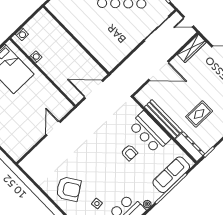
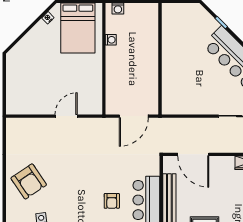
door: (159, 71) -> (193, 154), moved
door: (94, 89) -> (134, 116), swing flipped

